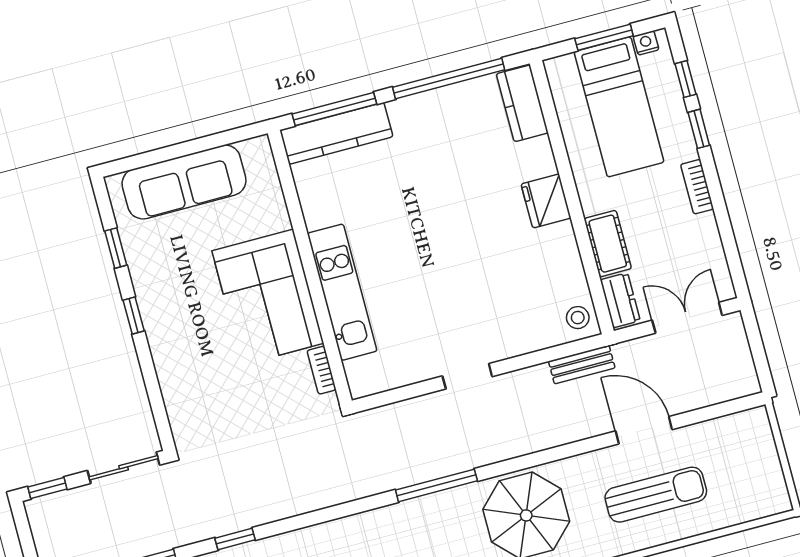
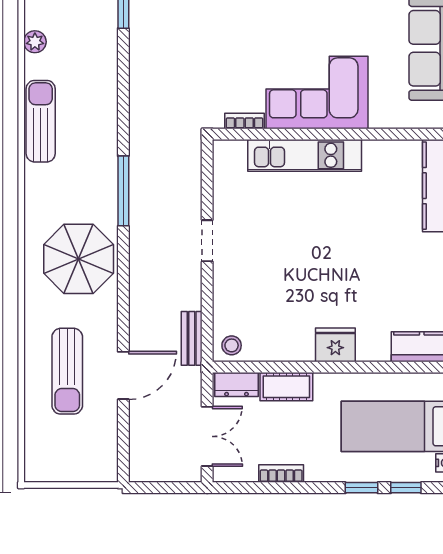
bookcase: (697, 187) -> (281, 474), moved

